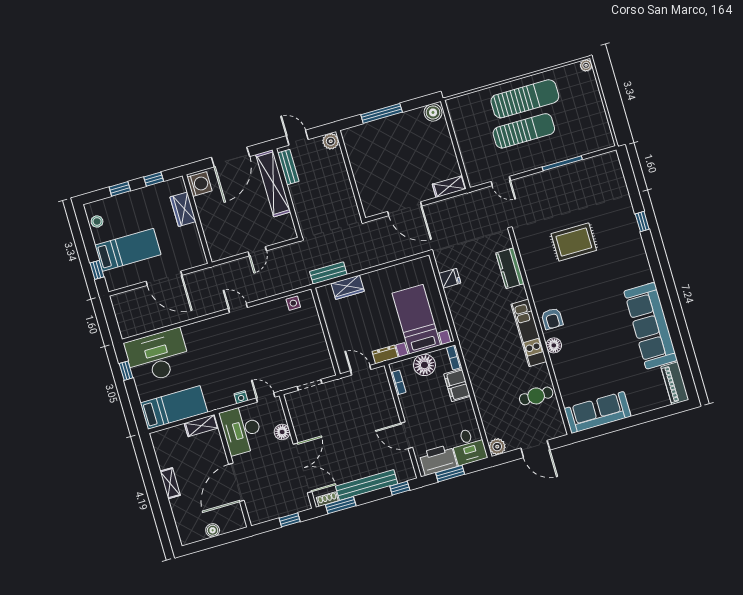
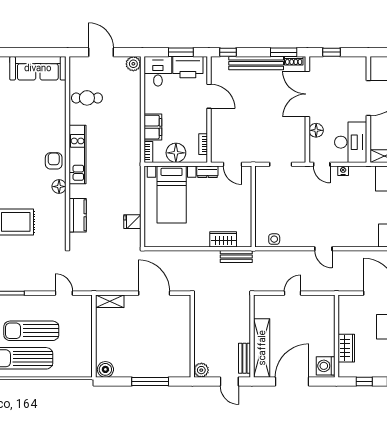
floor lamp: (554, 345) -> (59, 187), moved

